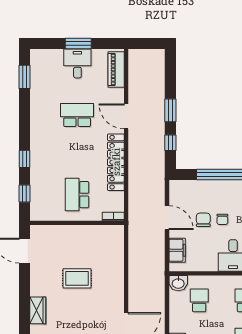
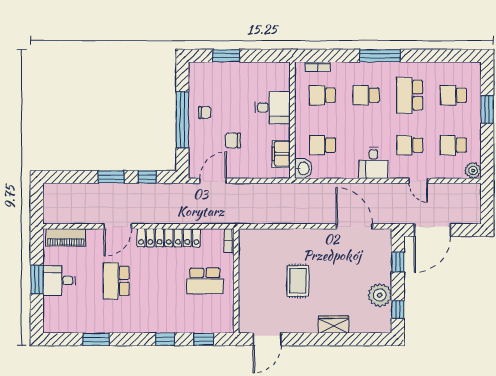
window: (25, 77) -> (96, 339), moved
door: (167, 218) -> (213, 181), moved
chair: (222, 219) -> (205, 112), moved
filing cabinet: (177, 250) -> (281, 154), moved, turned -90

